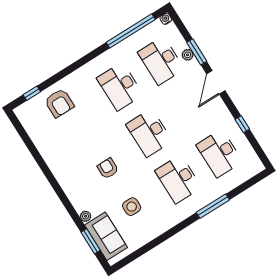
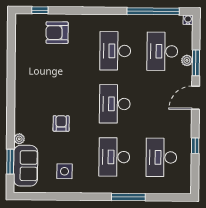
armchair: (59, 103) -> (57, 33), turned 90
armchair: (108, 168) -> (61, 123), moved
side table: (132, 207) -> (64, 171), moved

